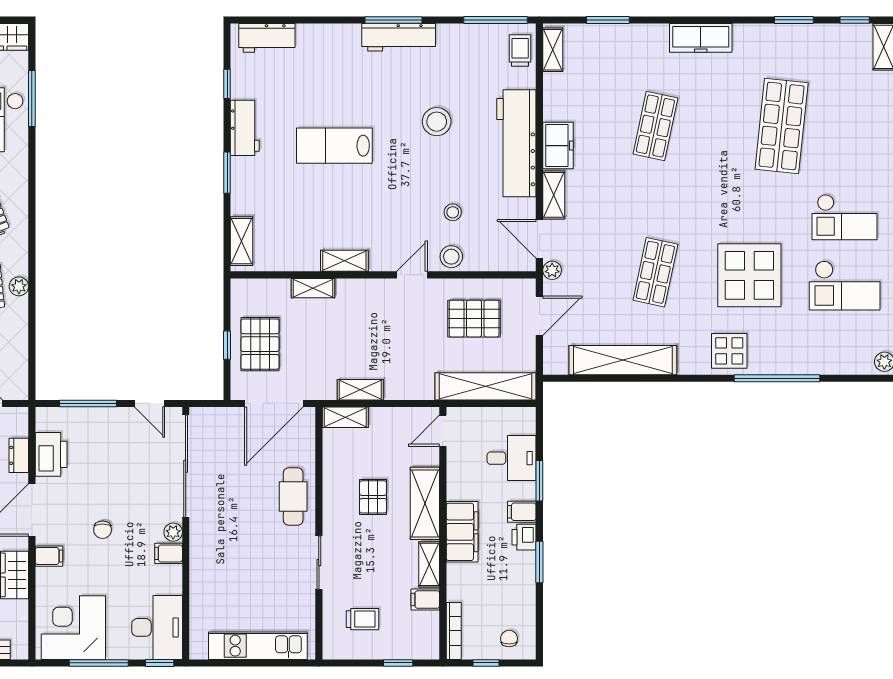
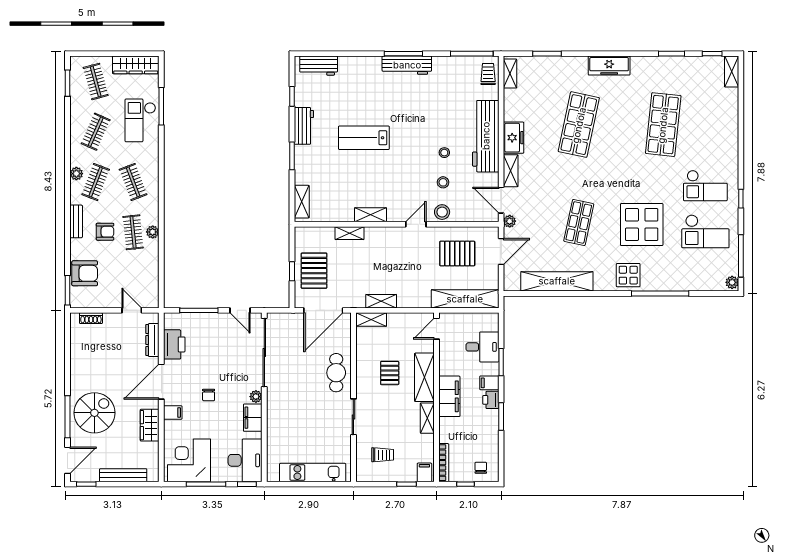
stool: (437, 122) -> (444, 153), moved, width x0.53, depth x0.53
shop shelf: (655, 126) -> (579, 125), width x1.43, depth x1.36
dresser: (19, 455) -> (152, 340), width x1.44
filing cabinet: (169, 553) -> (253, 418), width x2.00
filing cabinet: (425, 600) -> (424, 472), moved, turned 90

